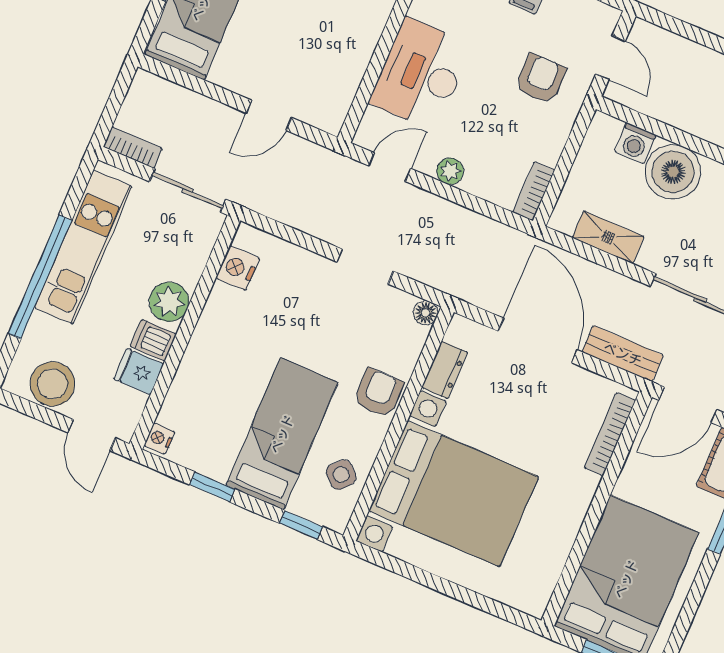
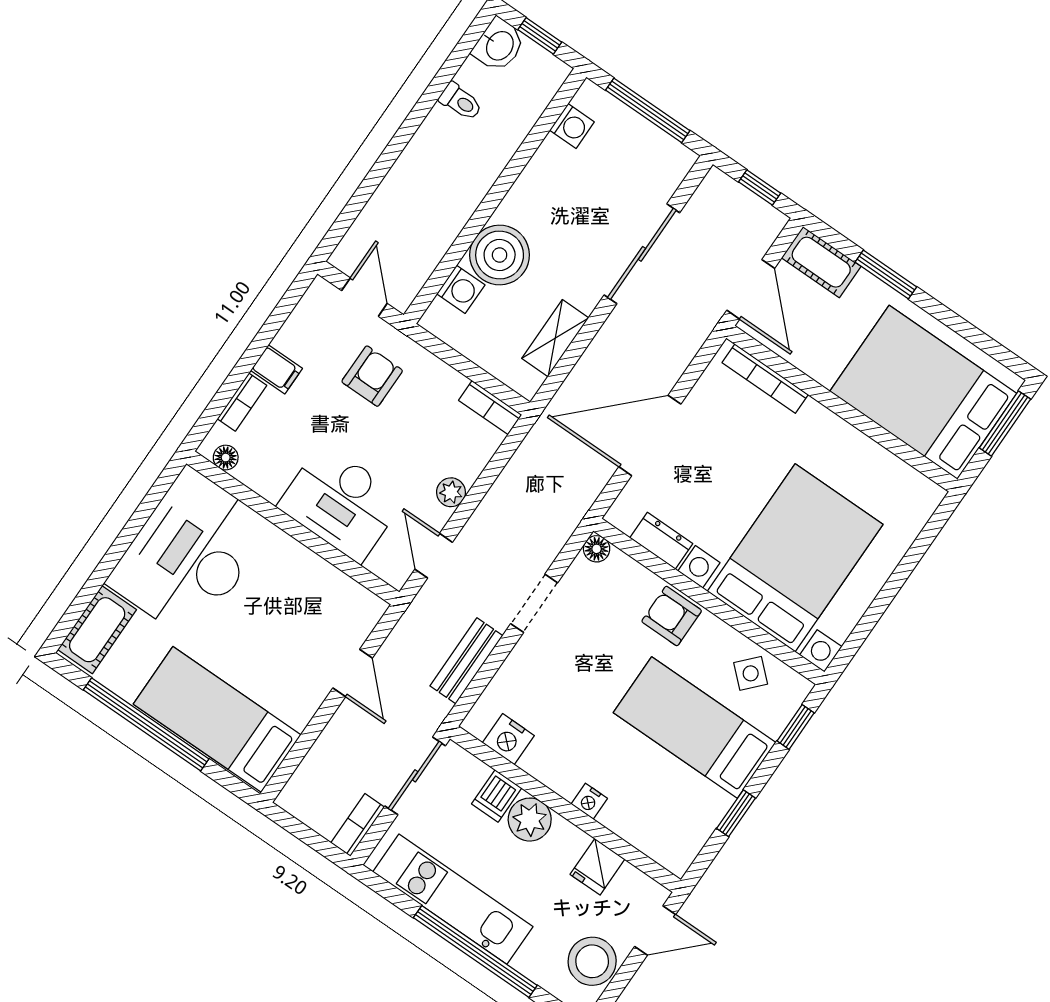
door: (611, 58) -> (364, 297), hinge flipped
armchair: (541, 79) -> (372, 376), turned 90
dishwasher: (153, 340) -> (497, 796), moved
bench: (623, 354) -> (466, 661), moved
nightstand: (159, 439) -> (589, 801), moved

